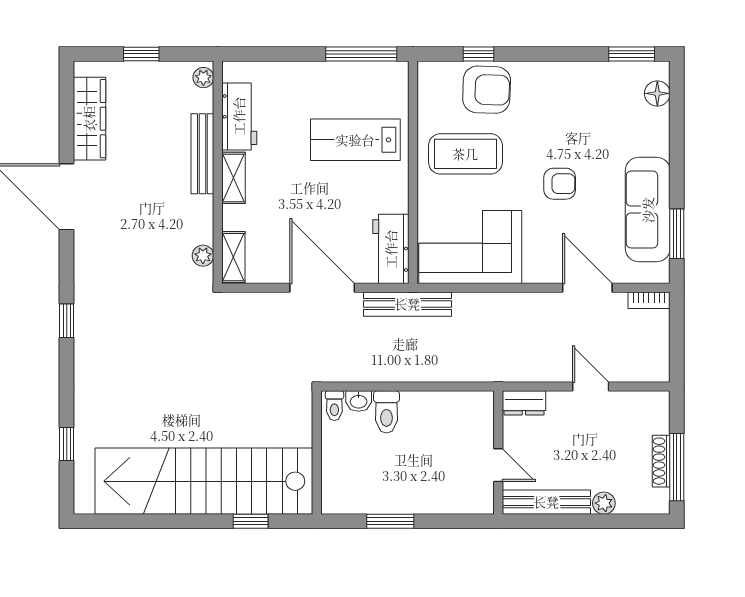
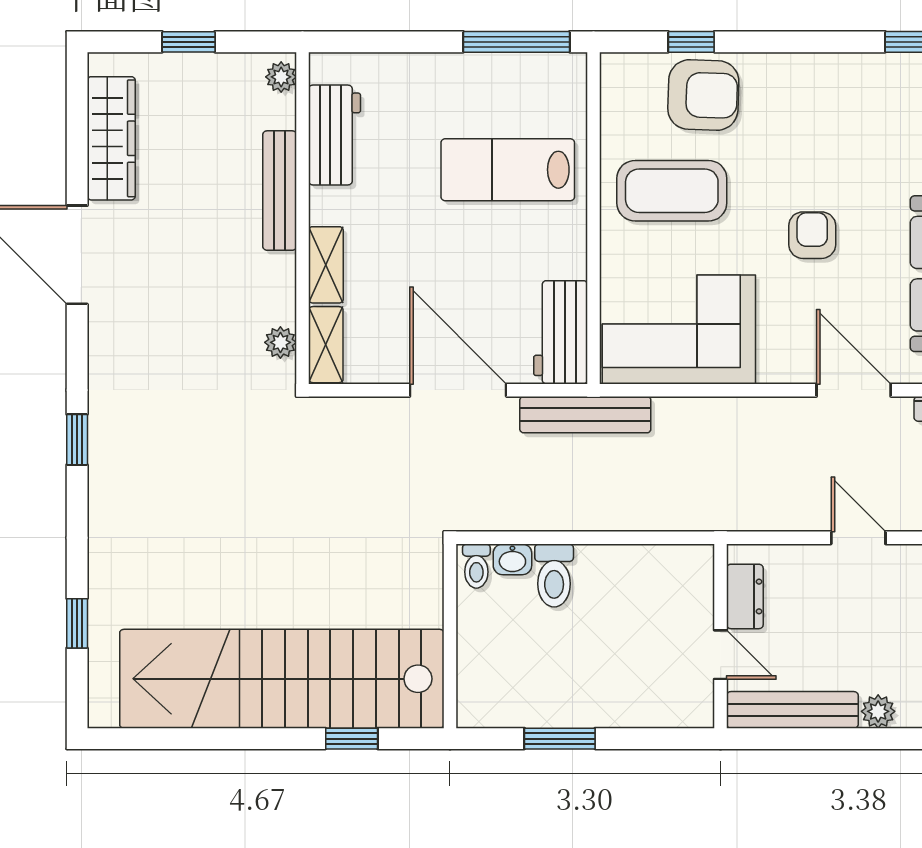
shelving: (233, 178) -> (326, 265), moved
armchair: (560, 184) -> (812, 235), turned -90
dresser: (524, 403) -> (745, 596), moved, turned -90

